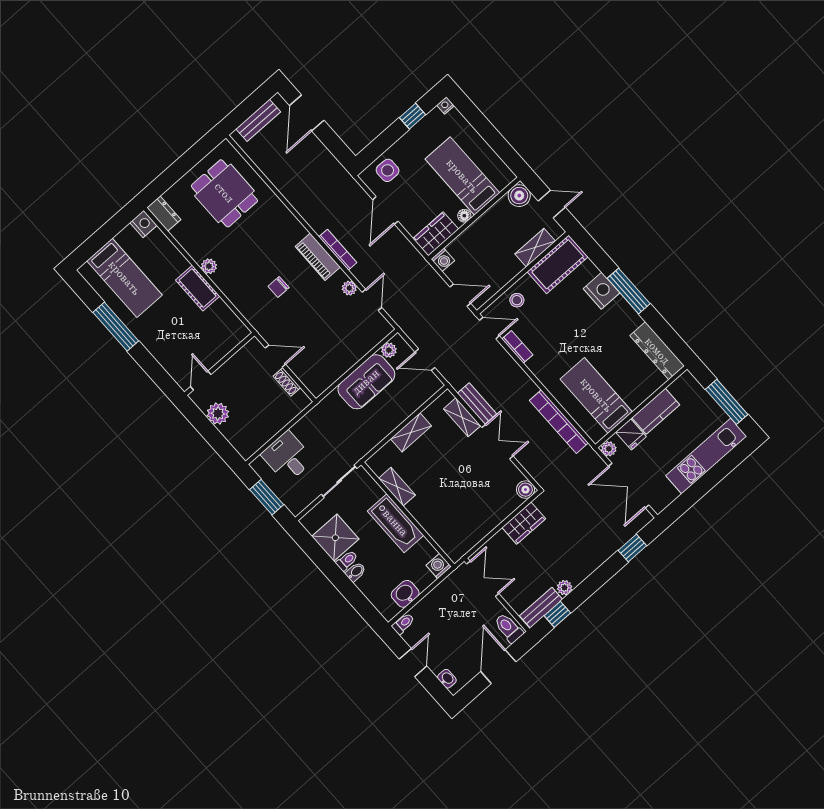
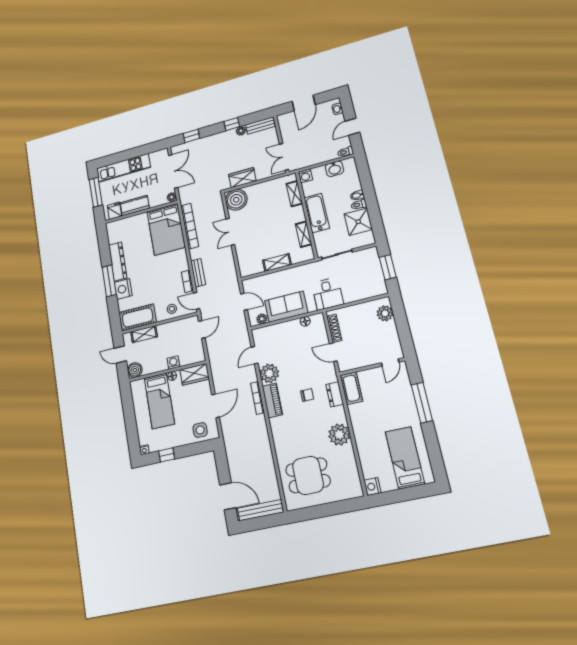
door: (307, 113) -> (228, 496), hinge flipped
bench: (258, 120) -> (260, 510), width x1.36
dining table: (224, 193) -> (308, 475), turned 90
dresser: (164, 214) -> (335, 394), moved
washing machine: (443, 260) -> (173, 363), moved
plant: (209, 266) -> (339, 435), width x1.87, depth x1.87
cot: (198, 288) -> (351, 388), moved
plant: (349, 288) -> (269, 373), width x1.87, depth x1.87
door: (460, 295) -> (202, 329), swing flipped
window: (116, 327) -> (422, 403), moved
dresser: (657, 351) -> (118, 261), moved
floor lamp: (332, 376) -> (305, 321), added
shoe rack: (287, 382) -> (334, 328), width x1.43
bed: (596, 395) -> (166, 229), width x1.50
bench: (477, 404) -> (198, 273), moved
plant: (218, 414) -> (385, 313), moved
shelving: (462, 417) -> (294, 194), moved
fridge: (631, 434) -> (114, 211), moved
desk: (287, 457) -> (328, 294), moved
boiler: (525, 490) -> (236, 200), width x1.86, depth x1.86
window: (557, 614) -> (232, 124), moved
toilet: (509, 628) -> (285, 122), removed

